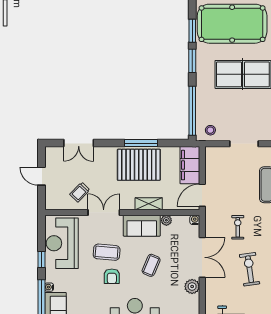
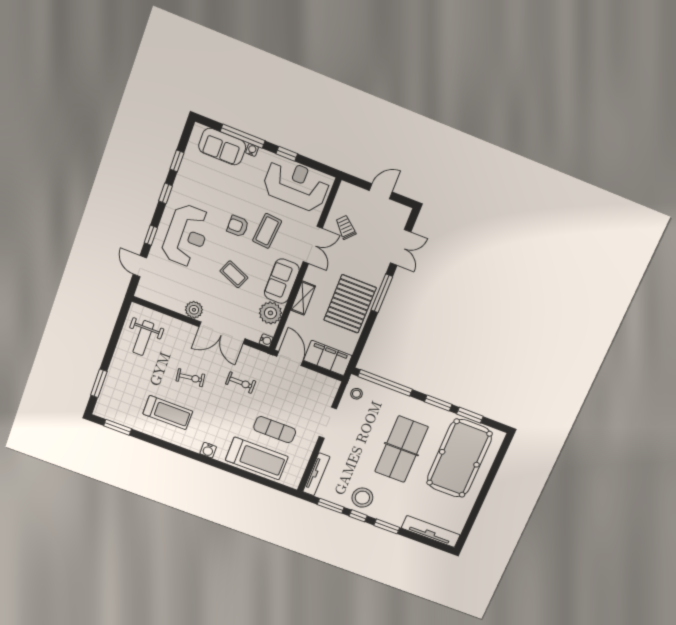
double door: (79, 143) -> (401, 247), swing flipped
window: (141, 143) -> (382, 293), moved
plant: (166, 220) -> (270, 313), width x1.88, depth x1.88
exercise bike: (250, 269) -> (190, 378), width x0.73, depth x0.72

